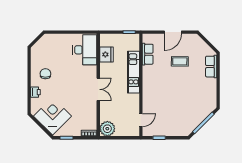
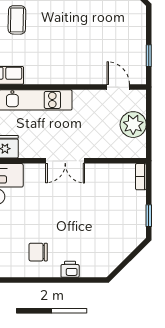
double door: (98, 89) -> (65, 161), swing flipped
corner desk: (53, 116) -> (111, 240), removed
plant: (107, 129) -> (133, 125), moved

